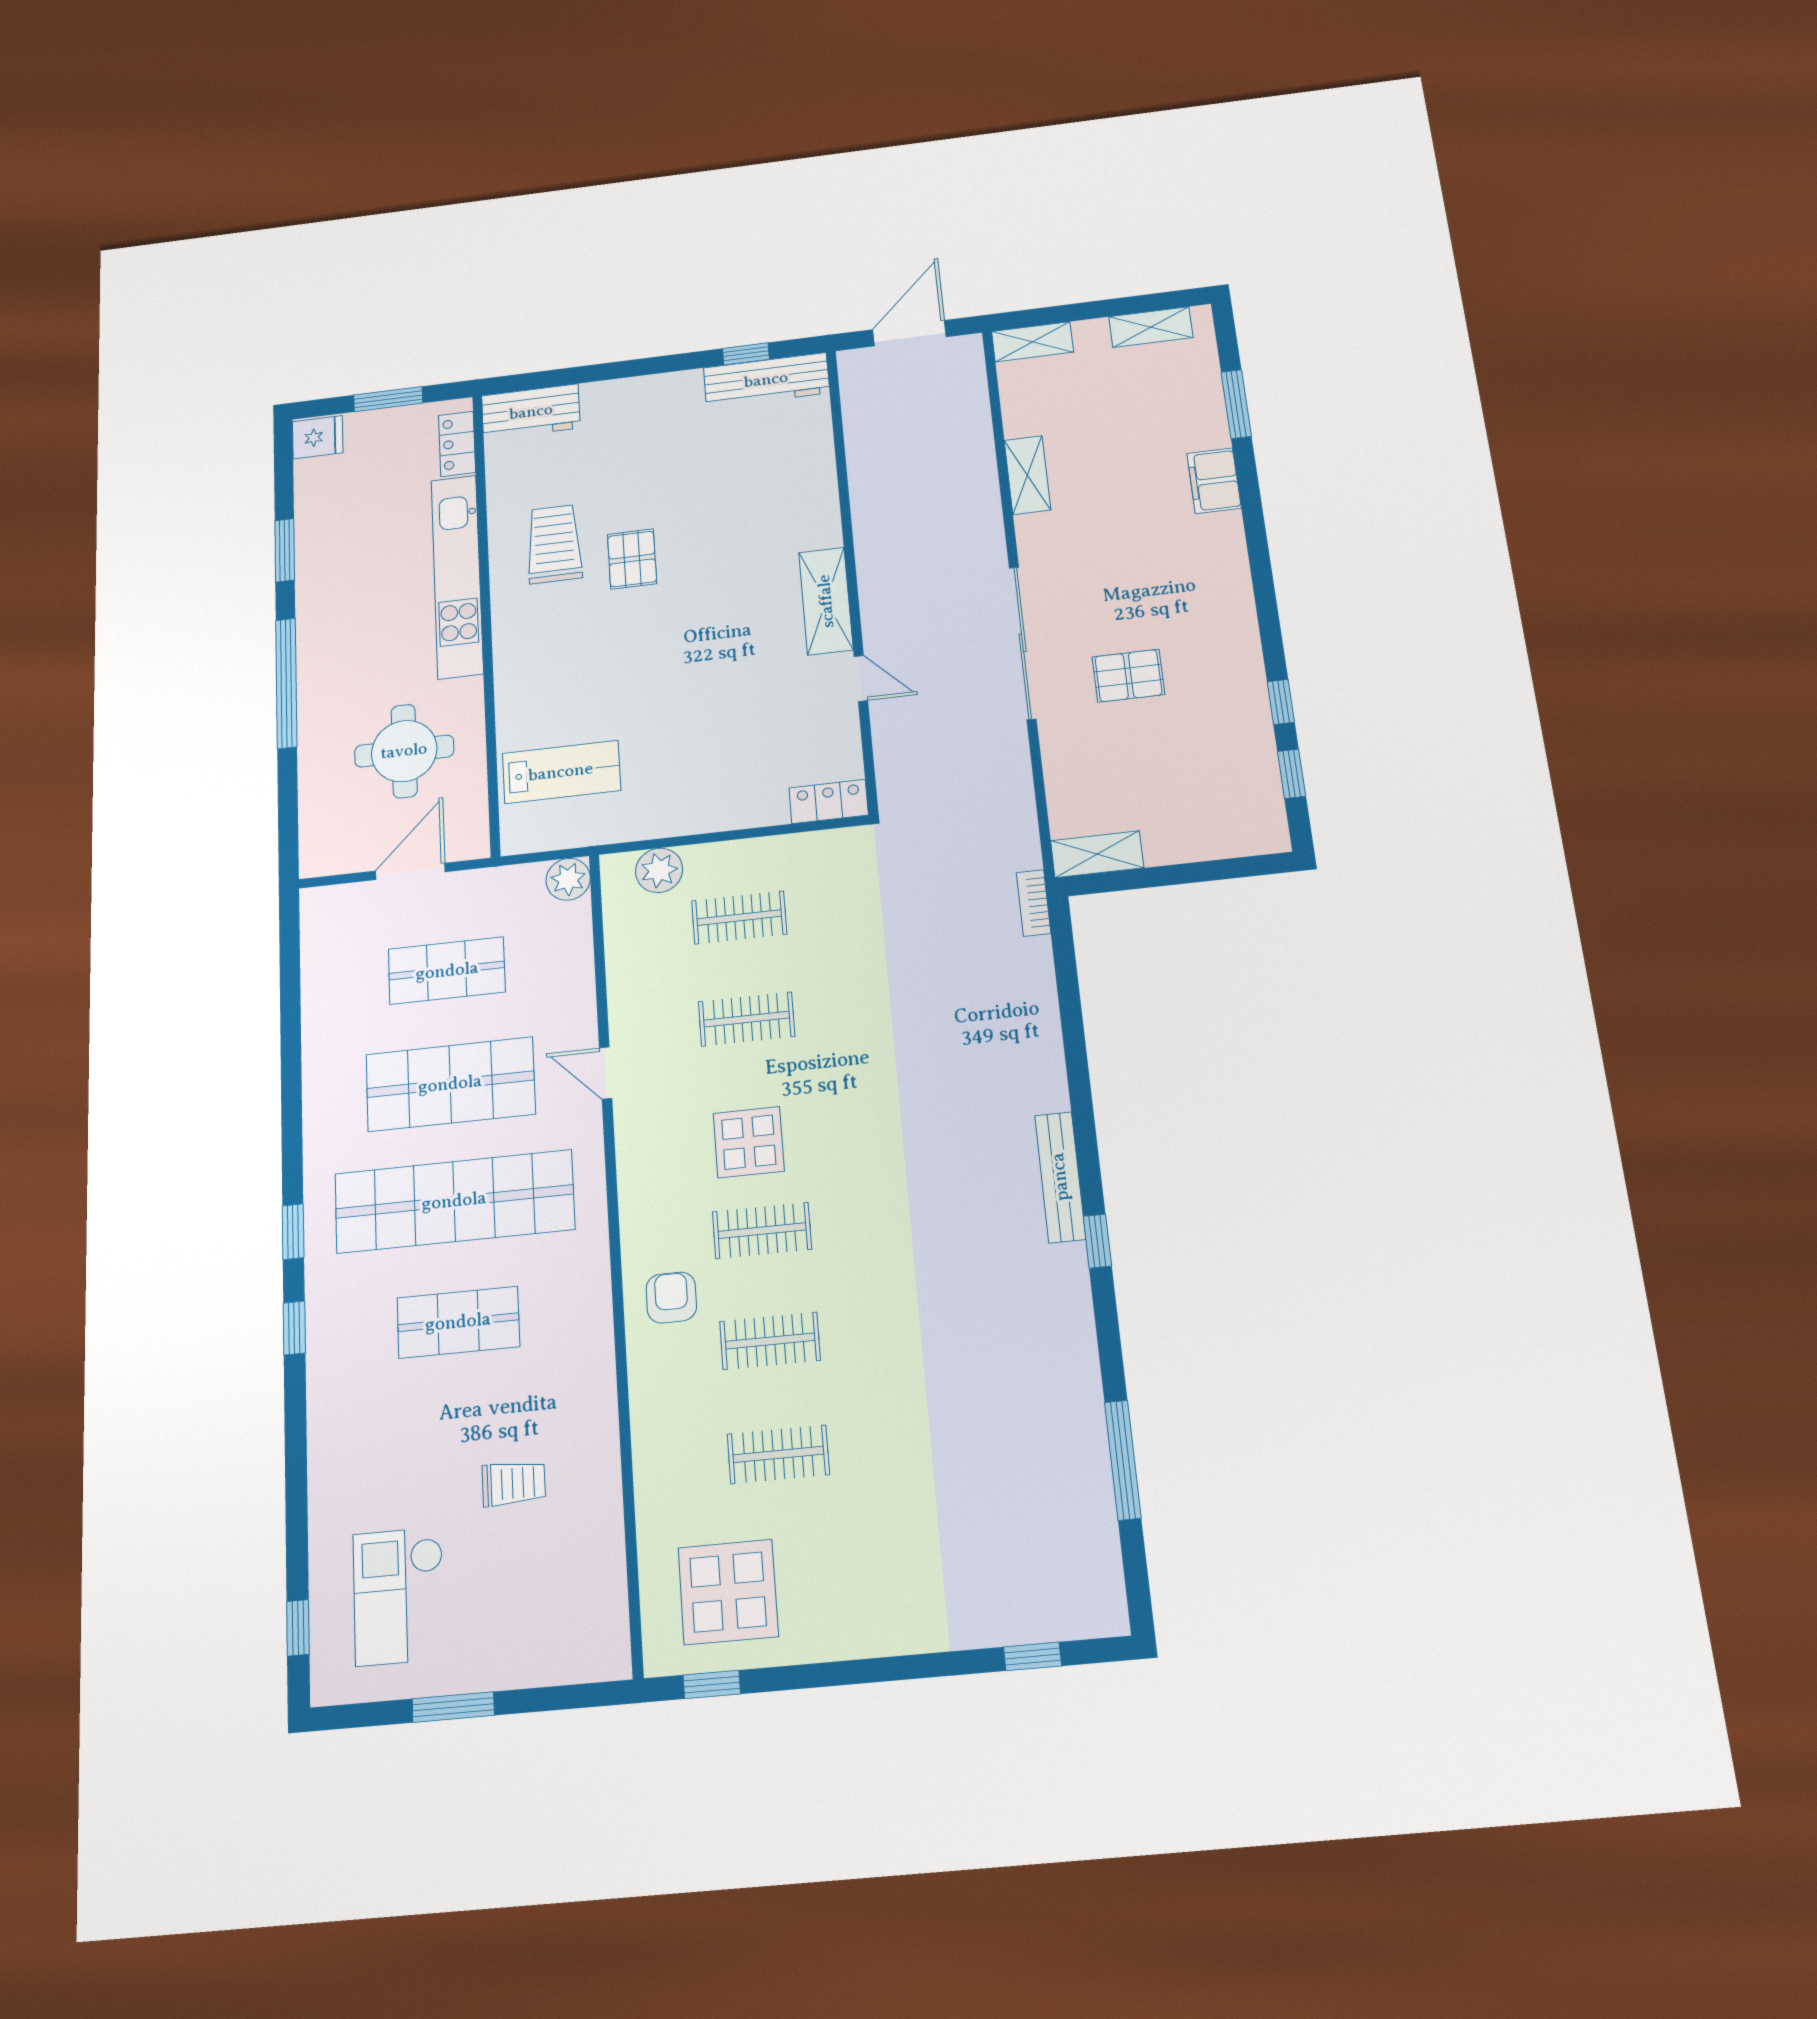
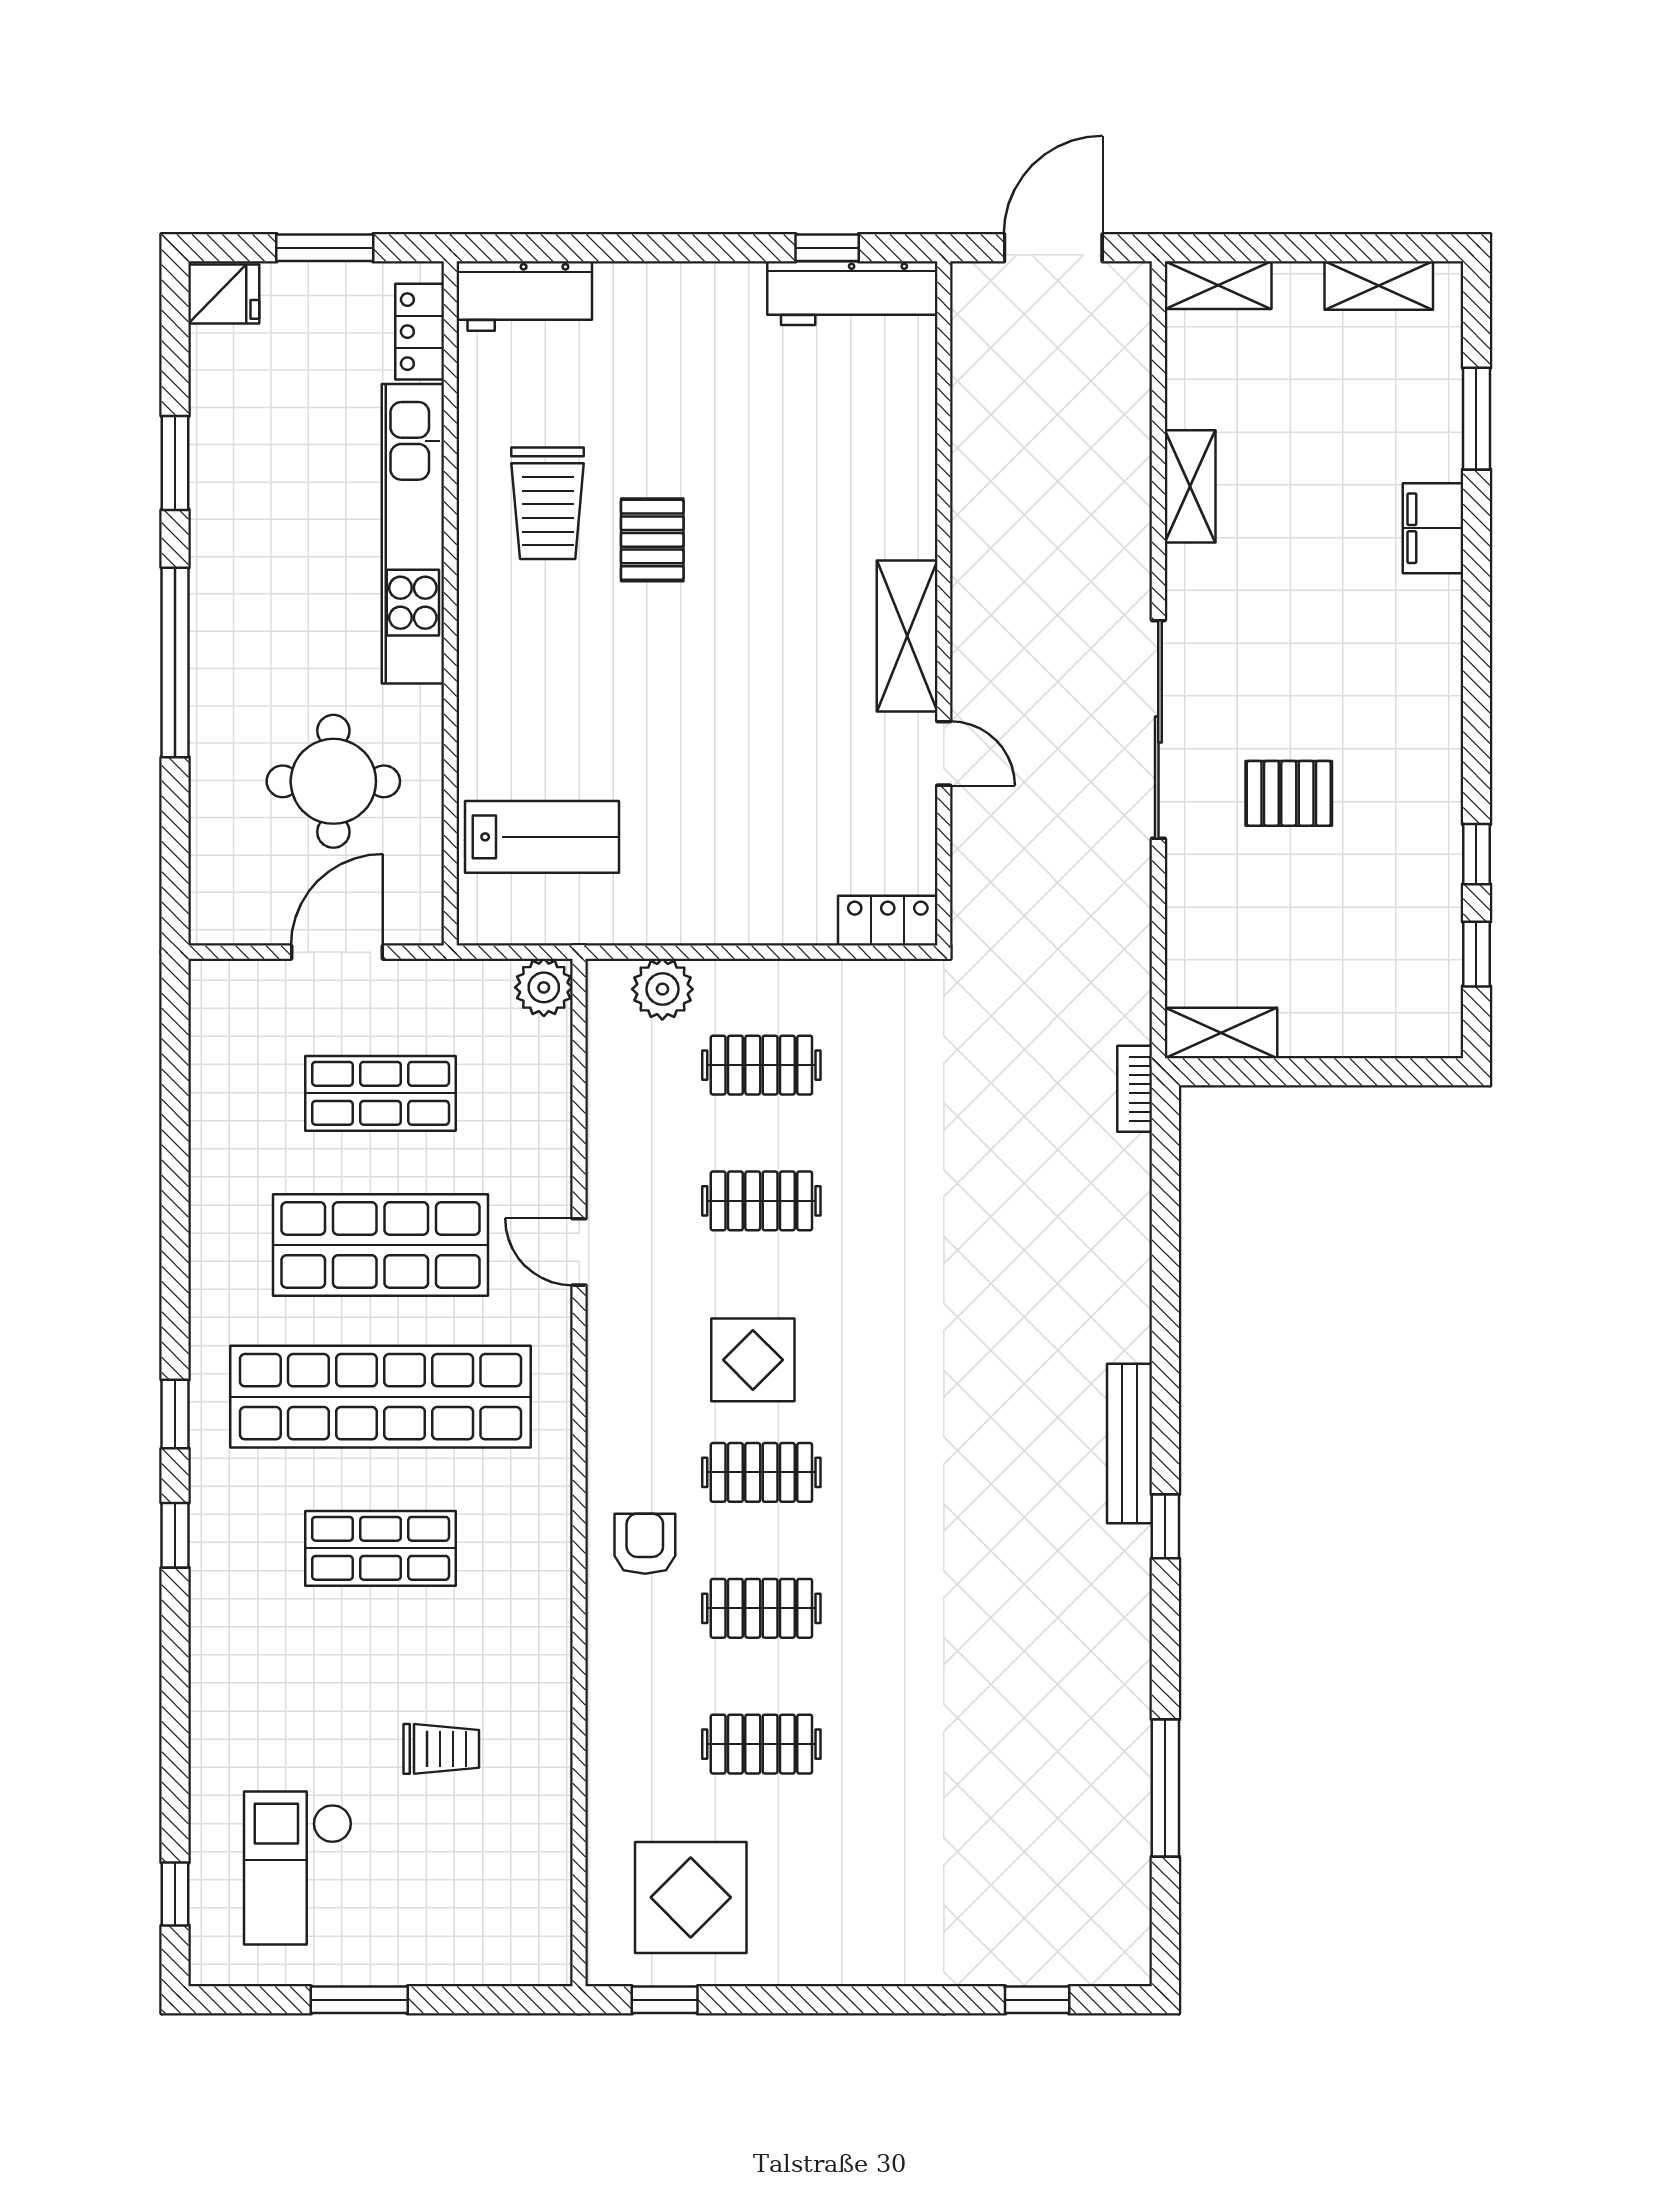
trolley: (554, 544) -> (548, 503), turned 180

